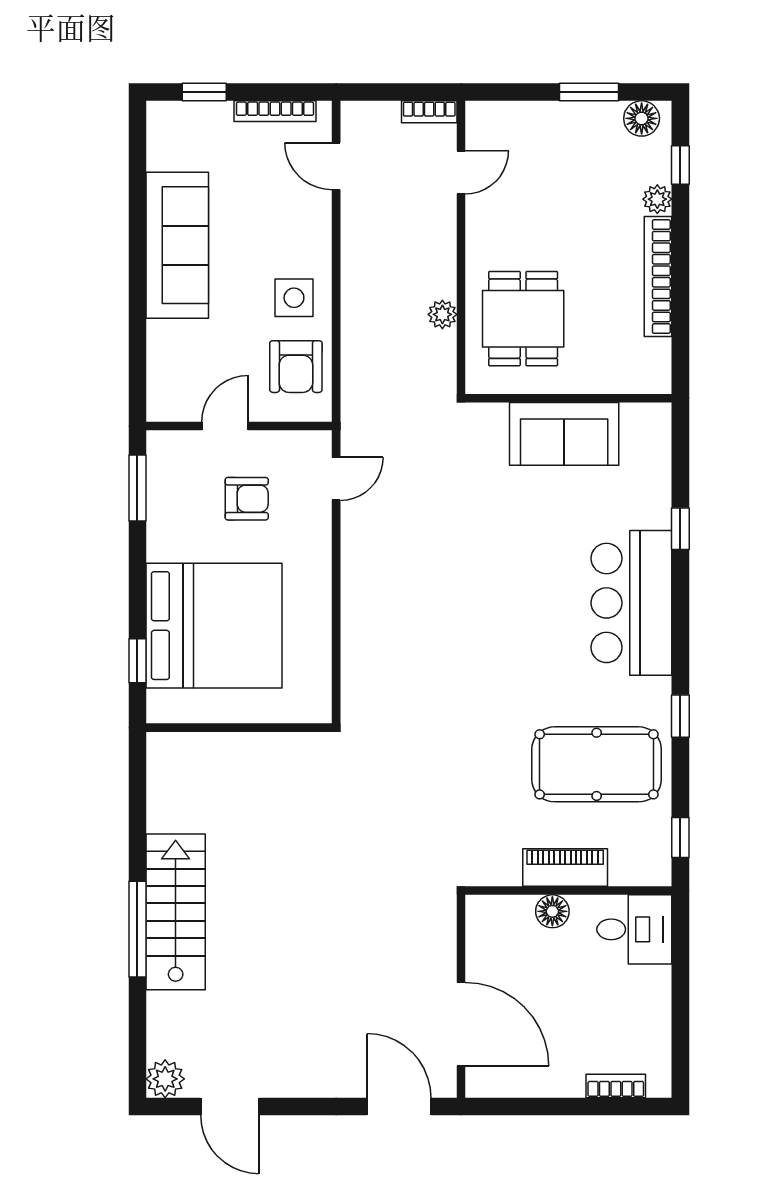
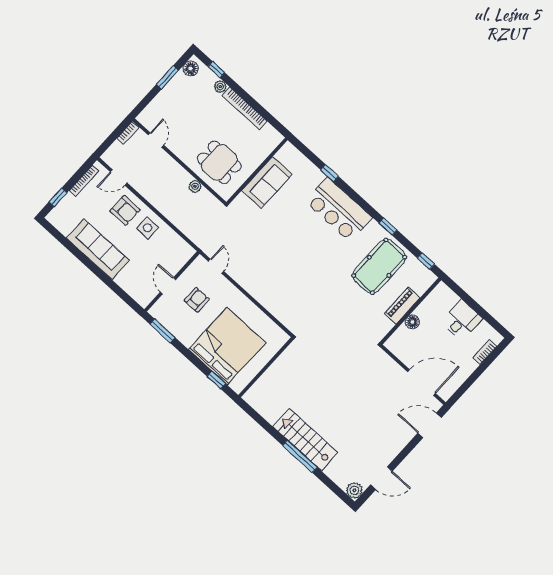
armchair: (296, 367) -> (125, 210), moved
desk: (634, 929) -> (462, 320), moved

